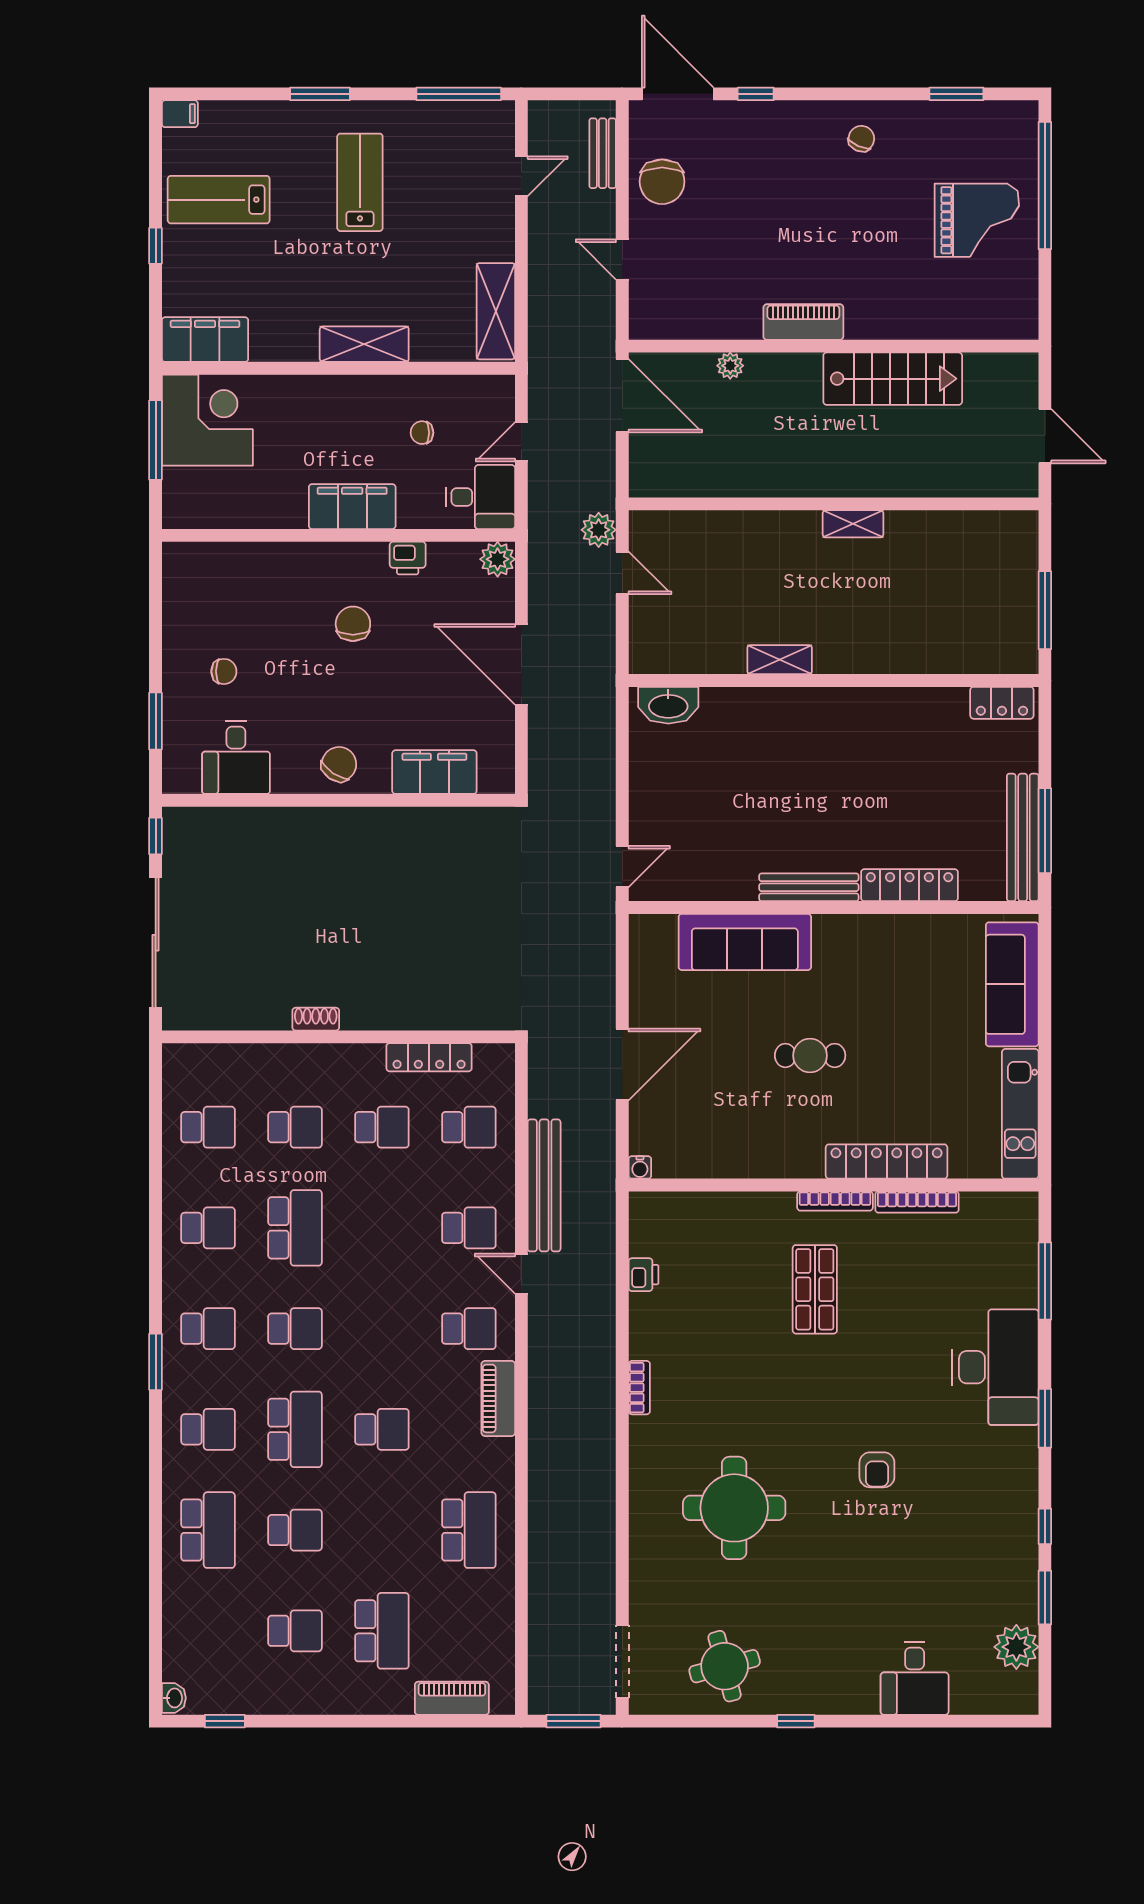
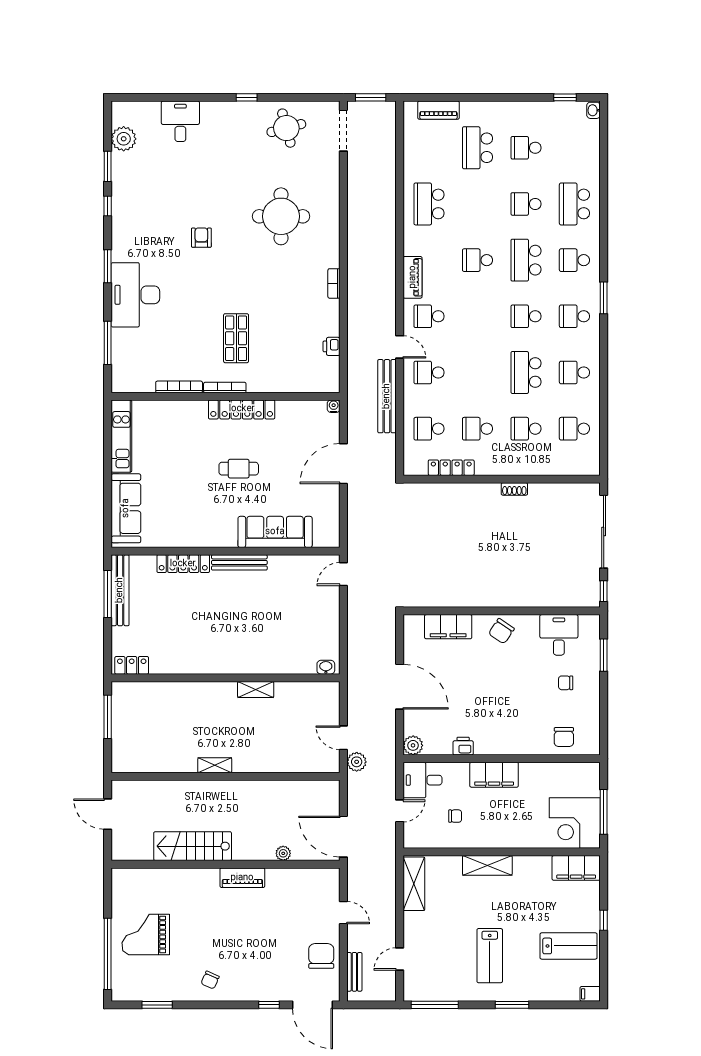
chair: (353, 624) -> (564, 737), moved
washbasin: (668, 705) -> (326, 667), width x0.52, depth x0.69
locker: (887, 1162) -> (242, 409), moved

